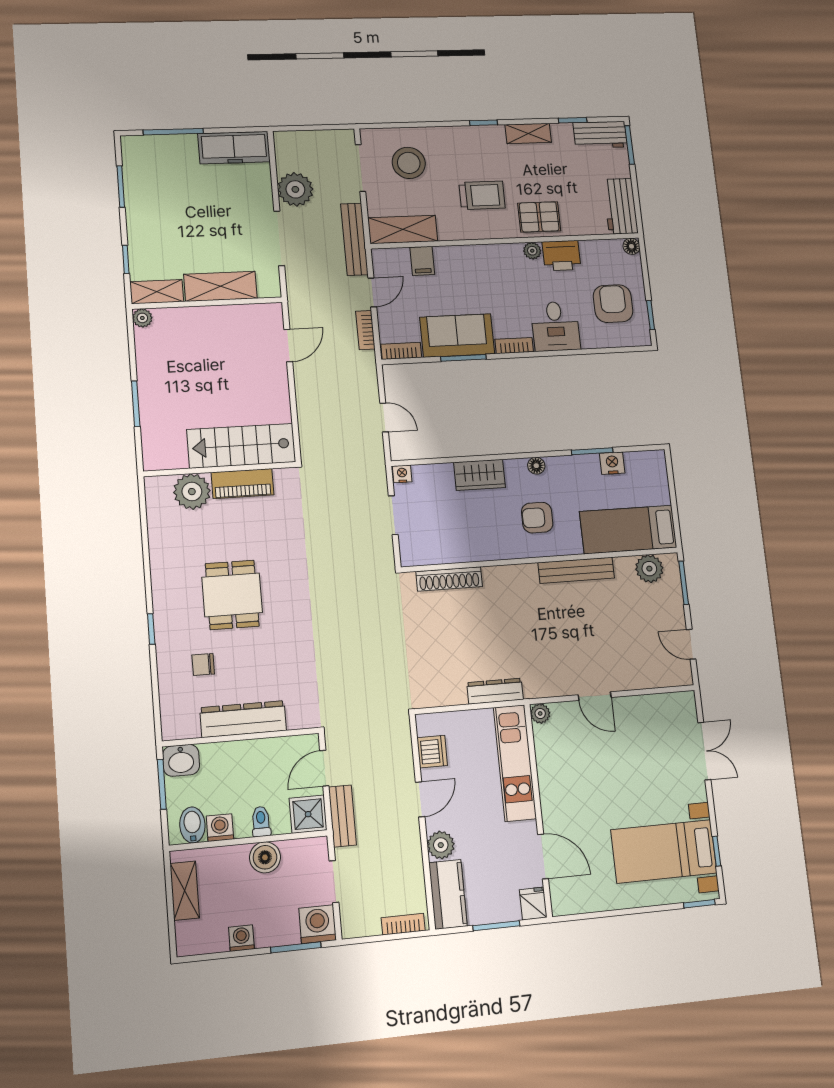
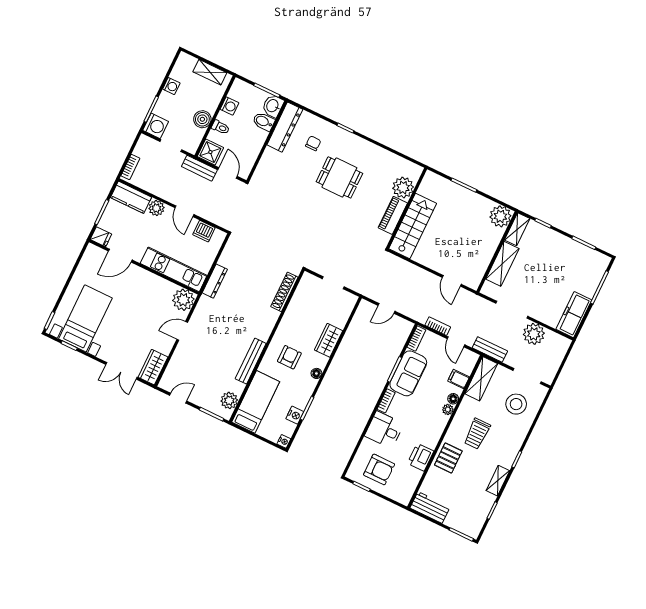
workbench: (600, 135) -> (476, 521), removed
bench: (354, 239) -> (490, 349), width x0.73
floor lamp: (631, 246) -> (453, 399), moved
plant: (532, 251) -> (448, 409), moved
plant: (142, 318) -> (500, 216), width x1.87, depth x1.87
nightstand: (402, 474) -> (284, 441), moved
wardrobe: (671, 708) -> (153, 367), added
plant: (540, 713) -> (183, 300), width x1.87, depth x1.87
dresser: (243, 719) -> (285, 127), moved
bidet: (192, 825) -> (264, 122), moved, turned 180

